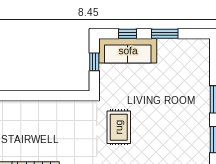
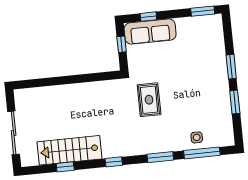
window: (165, 34) -> (203, 11), moved

